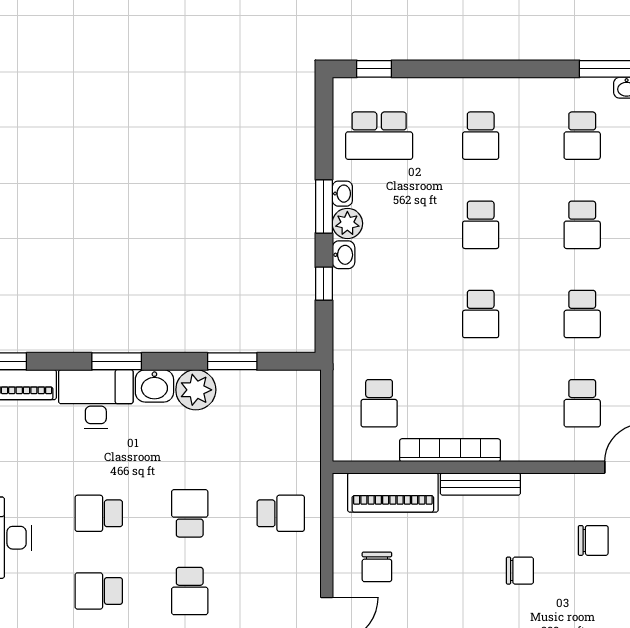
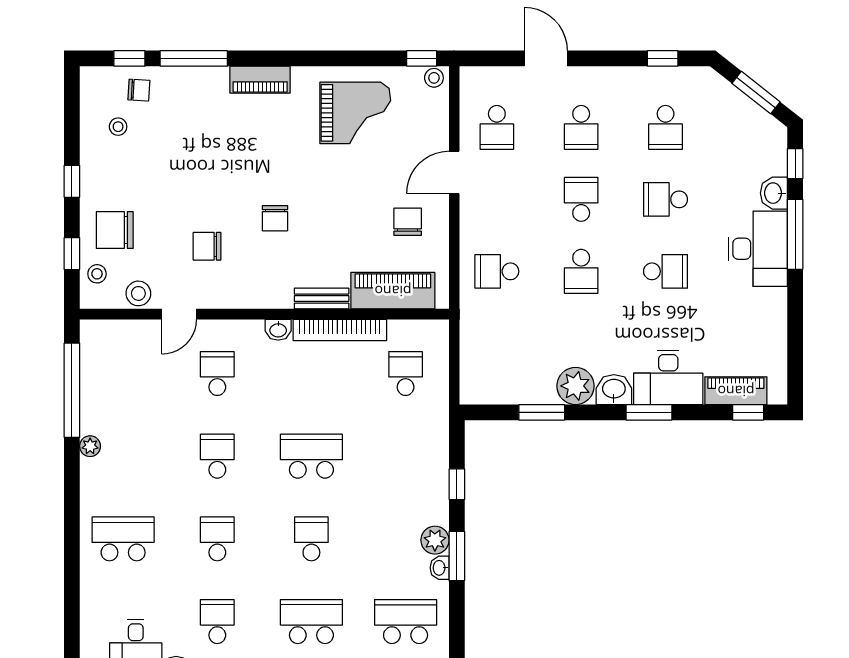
school desk: (481, 136) -> (311, 622), width x1.85
washbasin: (344, 255) -> (278, 330), moved, turned -90
school desk: (481, 314) -> (311, 456), width x1.85
bench: (480, 484) -> (322, 299), width x0.73
chair: (520, 571) -> (275, 218), turned -90
school desk: (99, 591) -> (666, 199), turned 180

